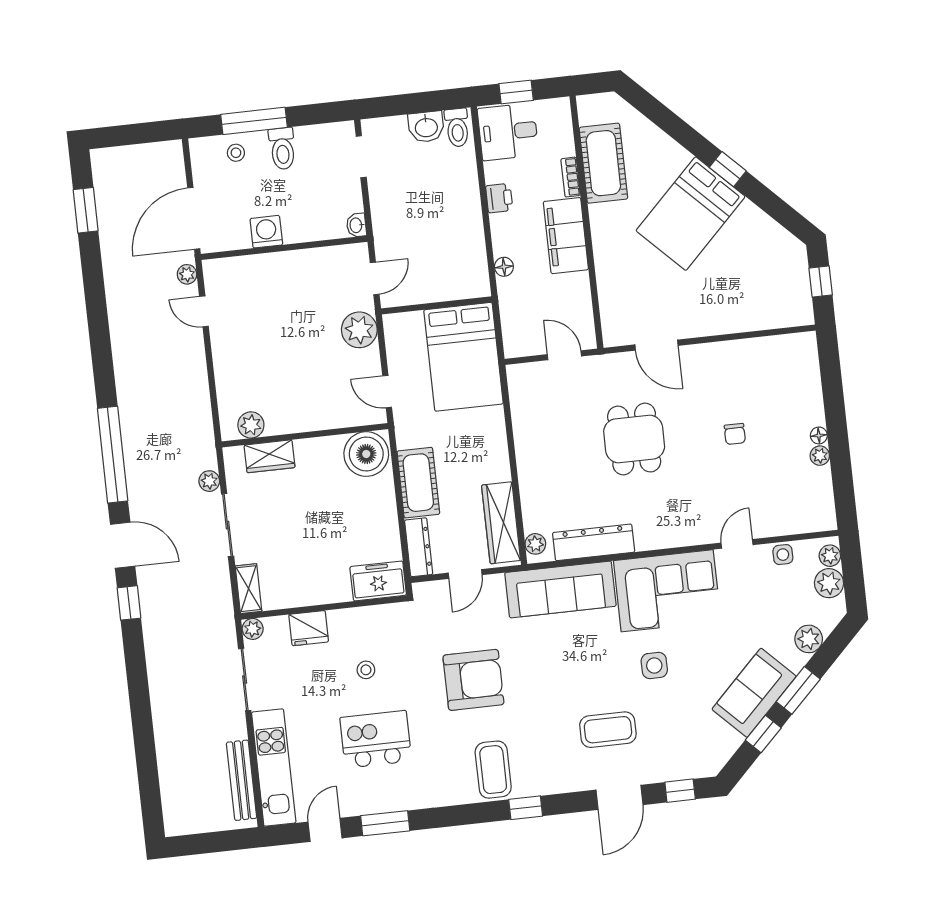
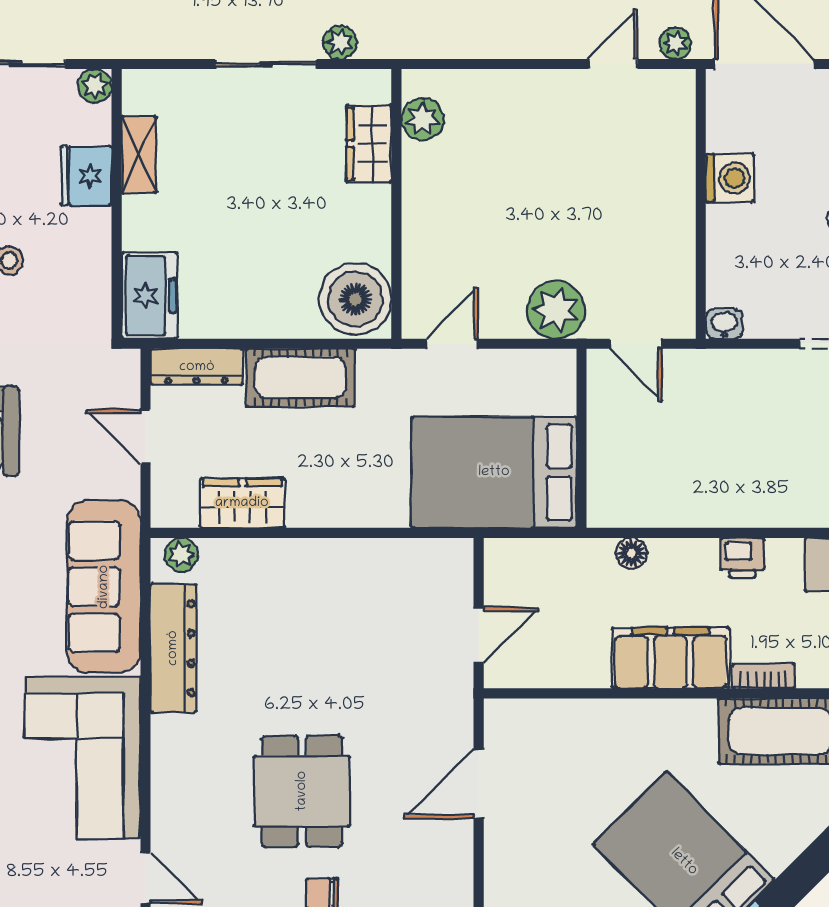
dining table: (634, 439) -> (302, 791), moved, turned 90
wardrobe: (501, 523) -> (242, 503), width x0.67
shelving: (248, 589) -> (139, 154), moved, turned 90

